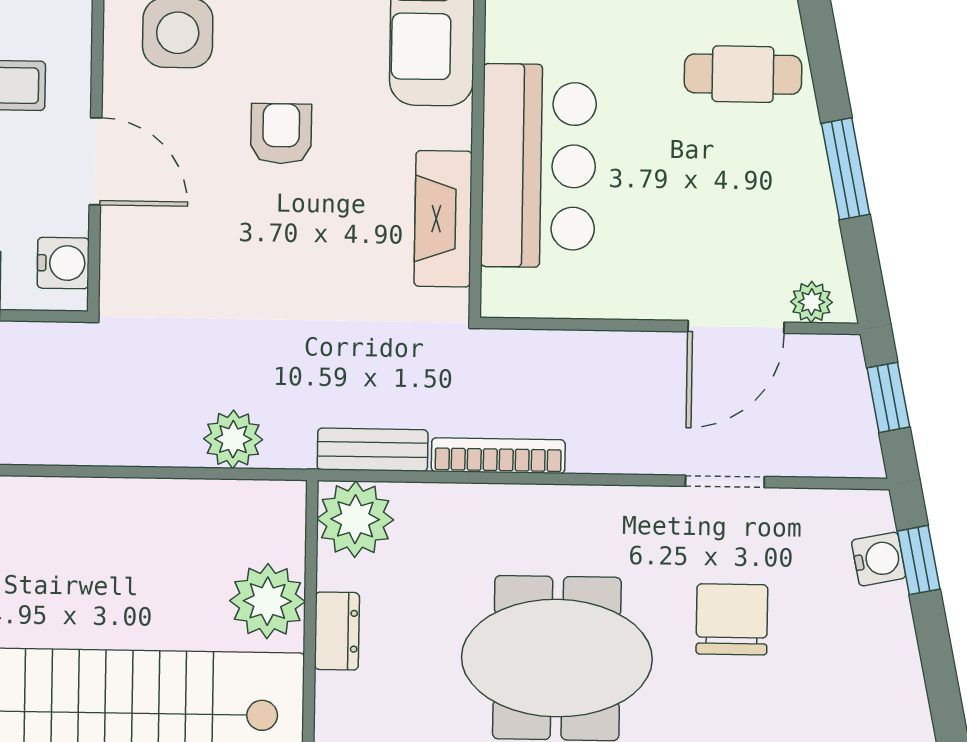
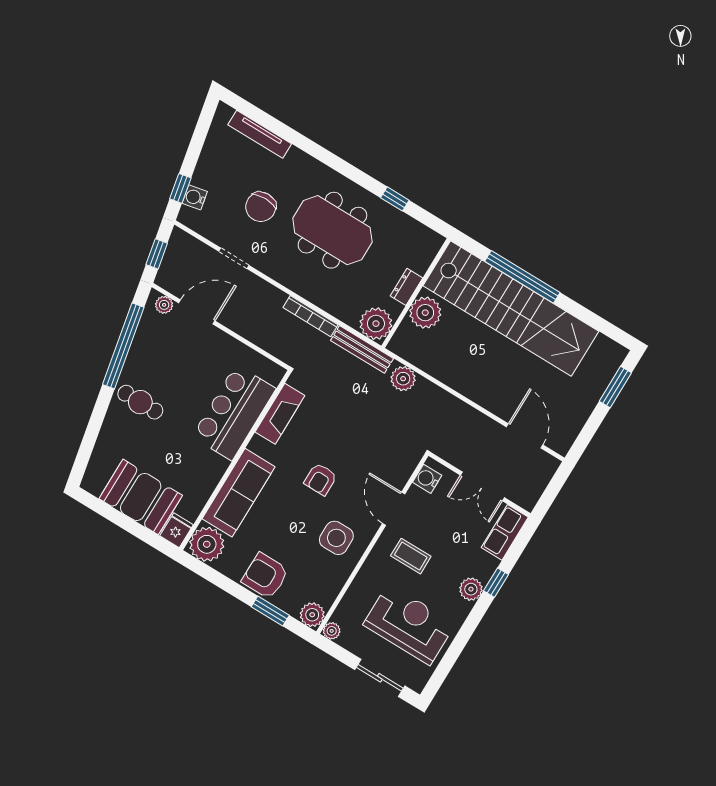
window: (846, 169) -> (123, 346), width x2.11
bench: (373, 450) -> (362, 349), width x1.36

